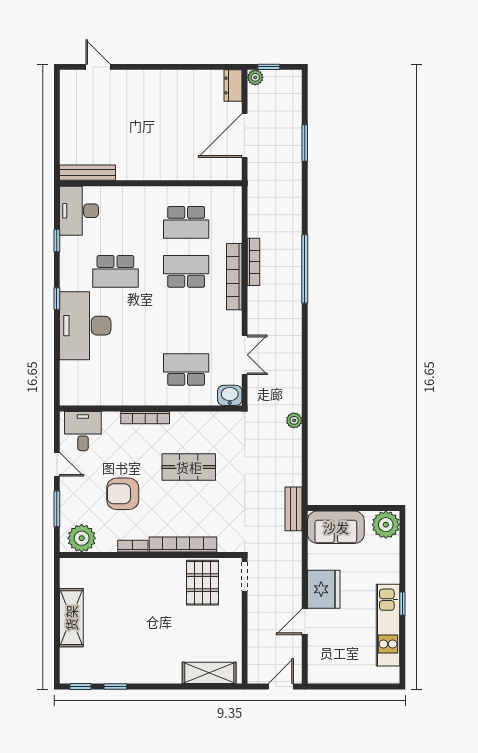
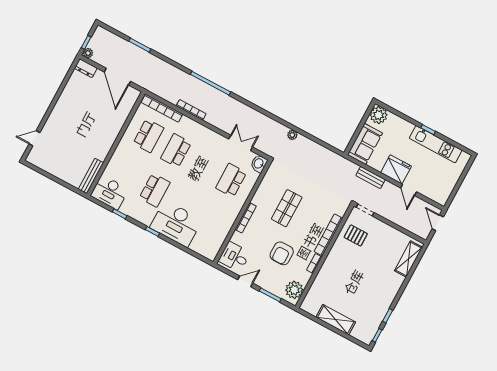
bookcase: (234, 277) -> (162, 108), moved
bench: (294, 509) -> (371, 177), moved
pallet: (202, 583) -> (356, 235), width x0.67, depth x0.71

